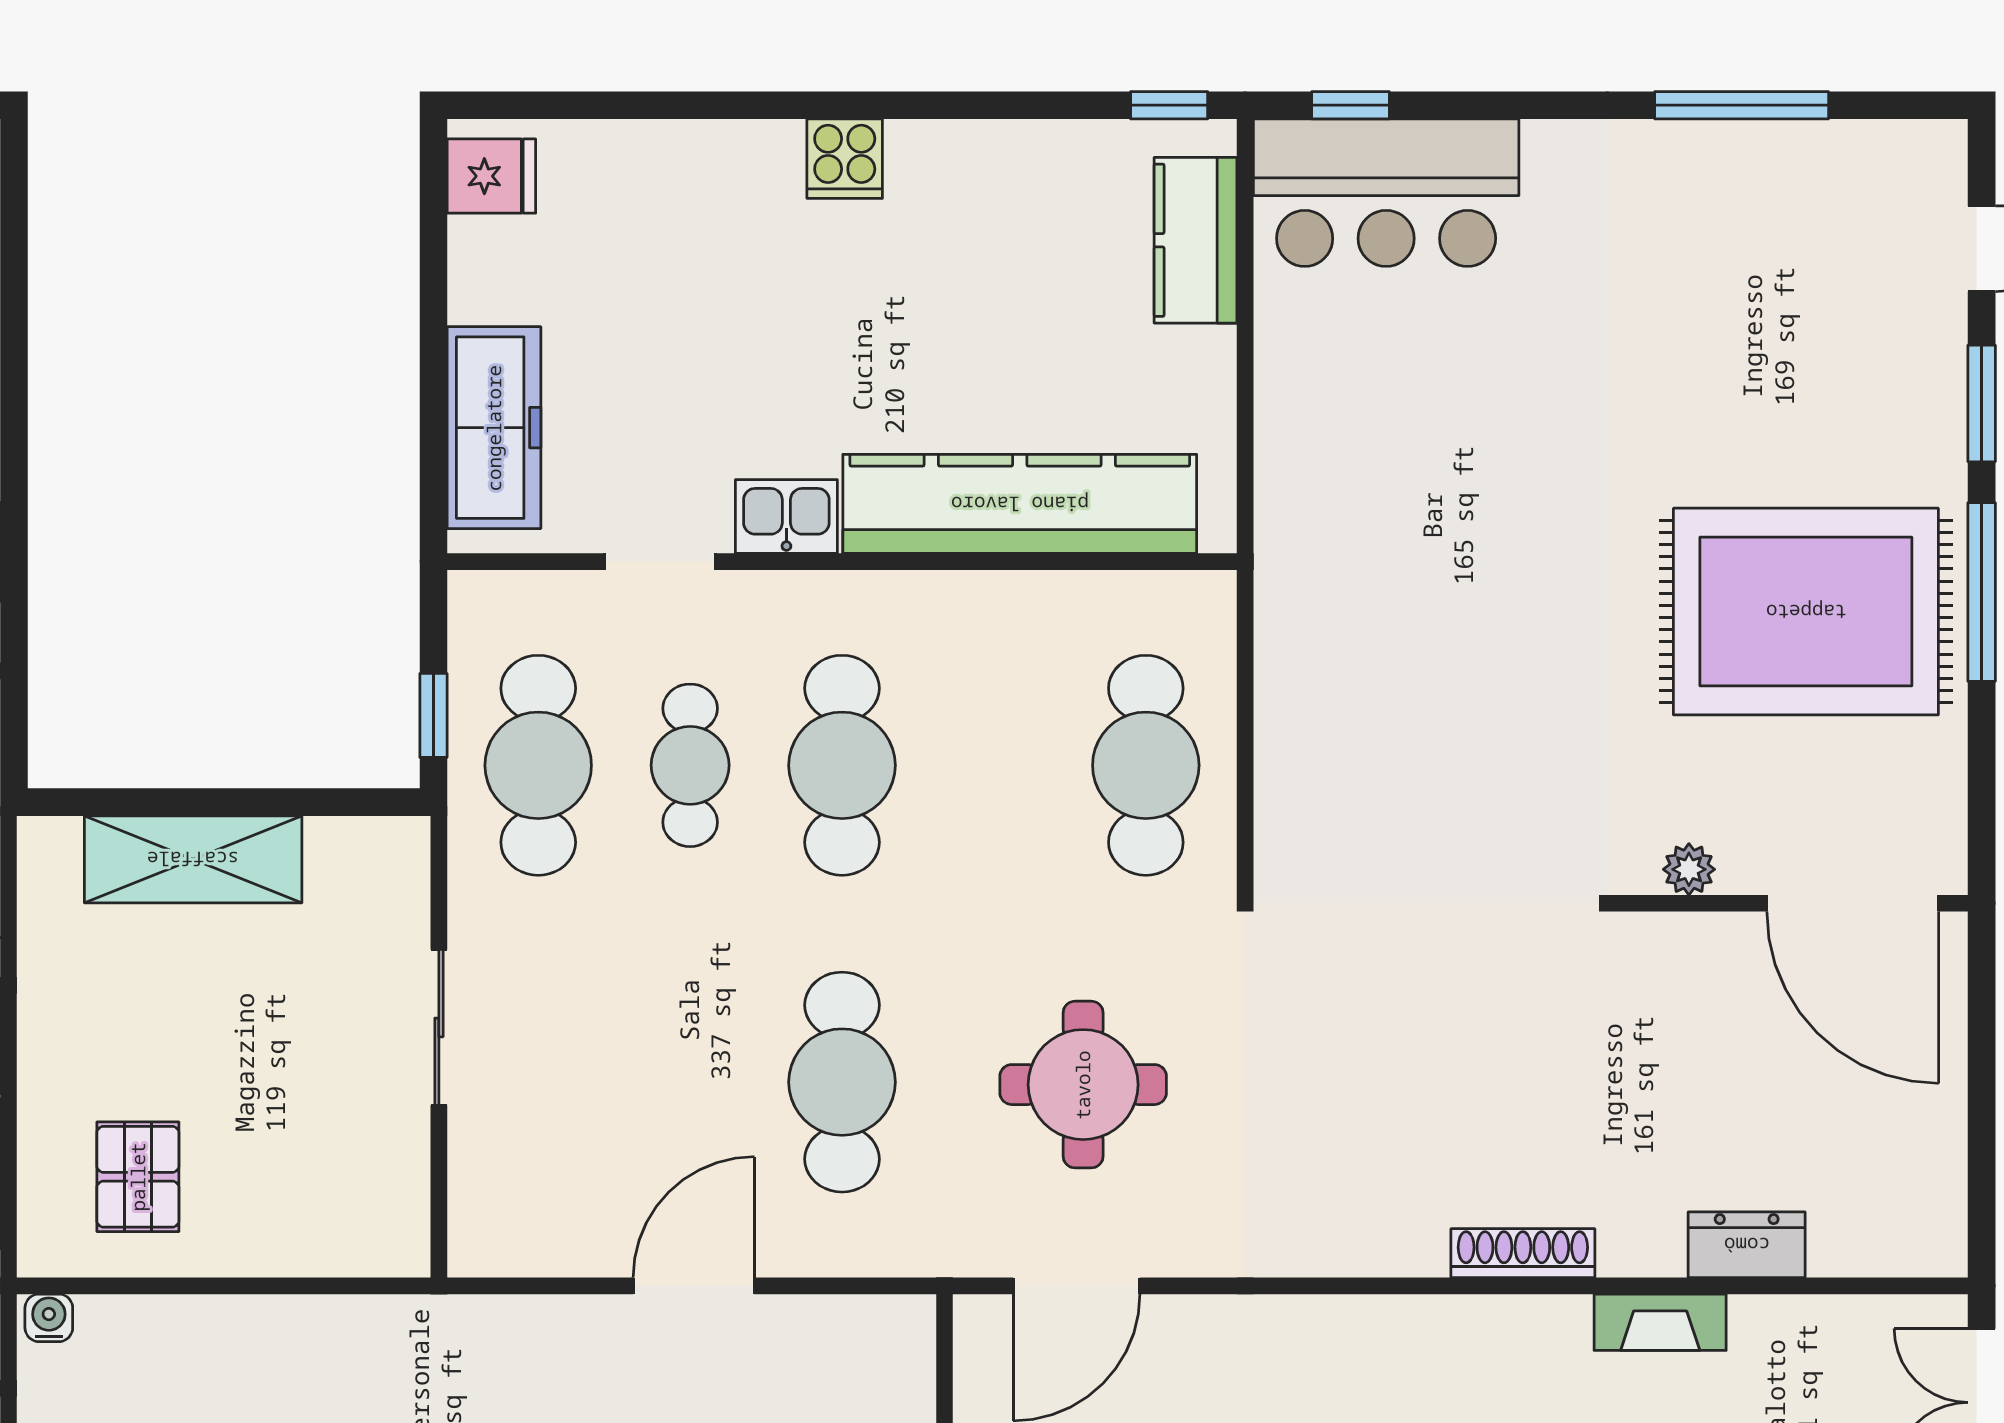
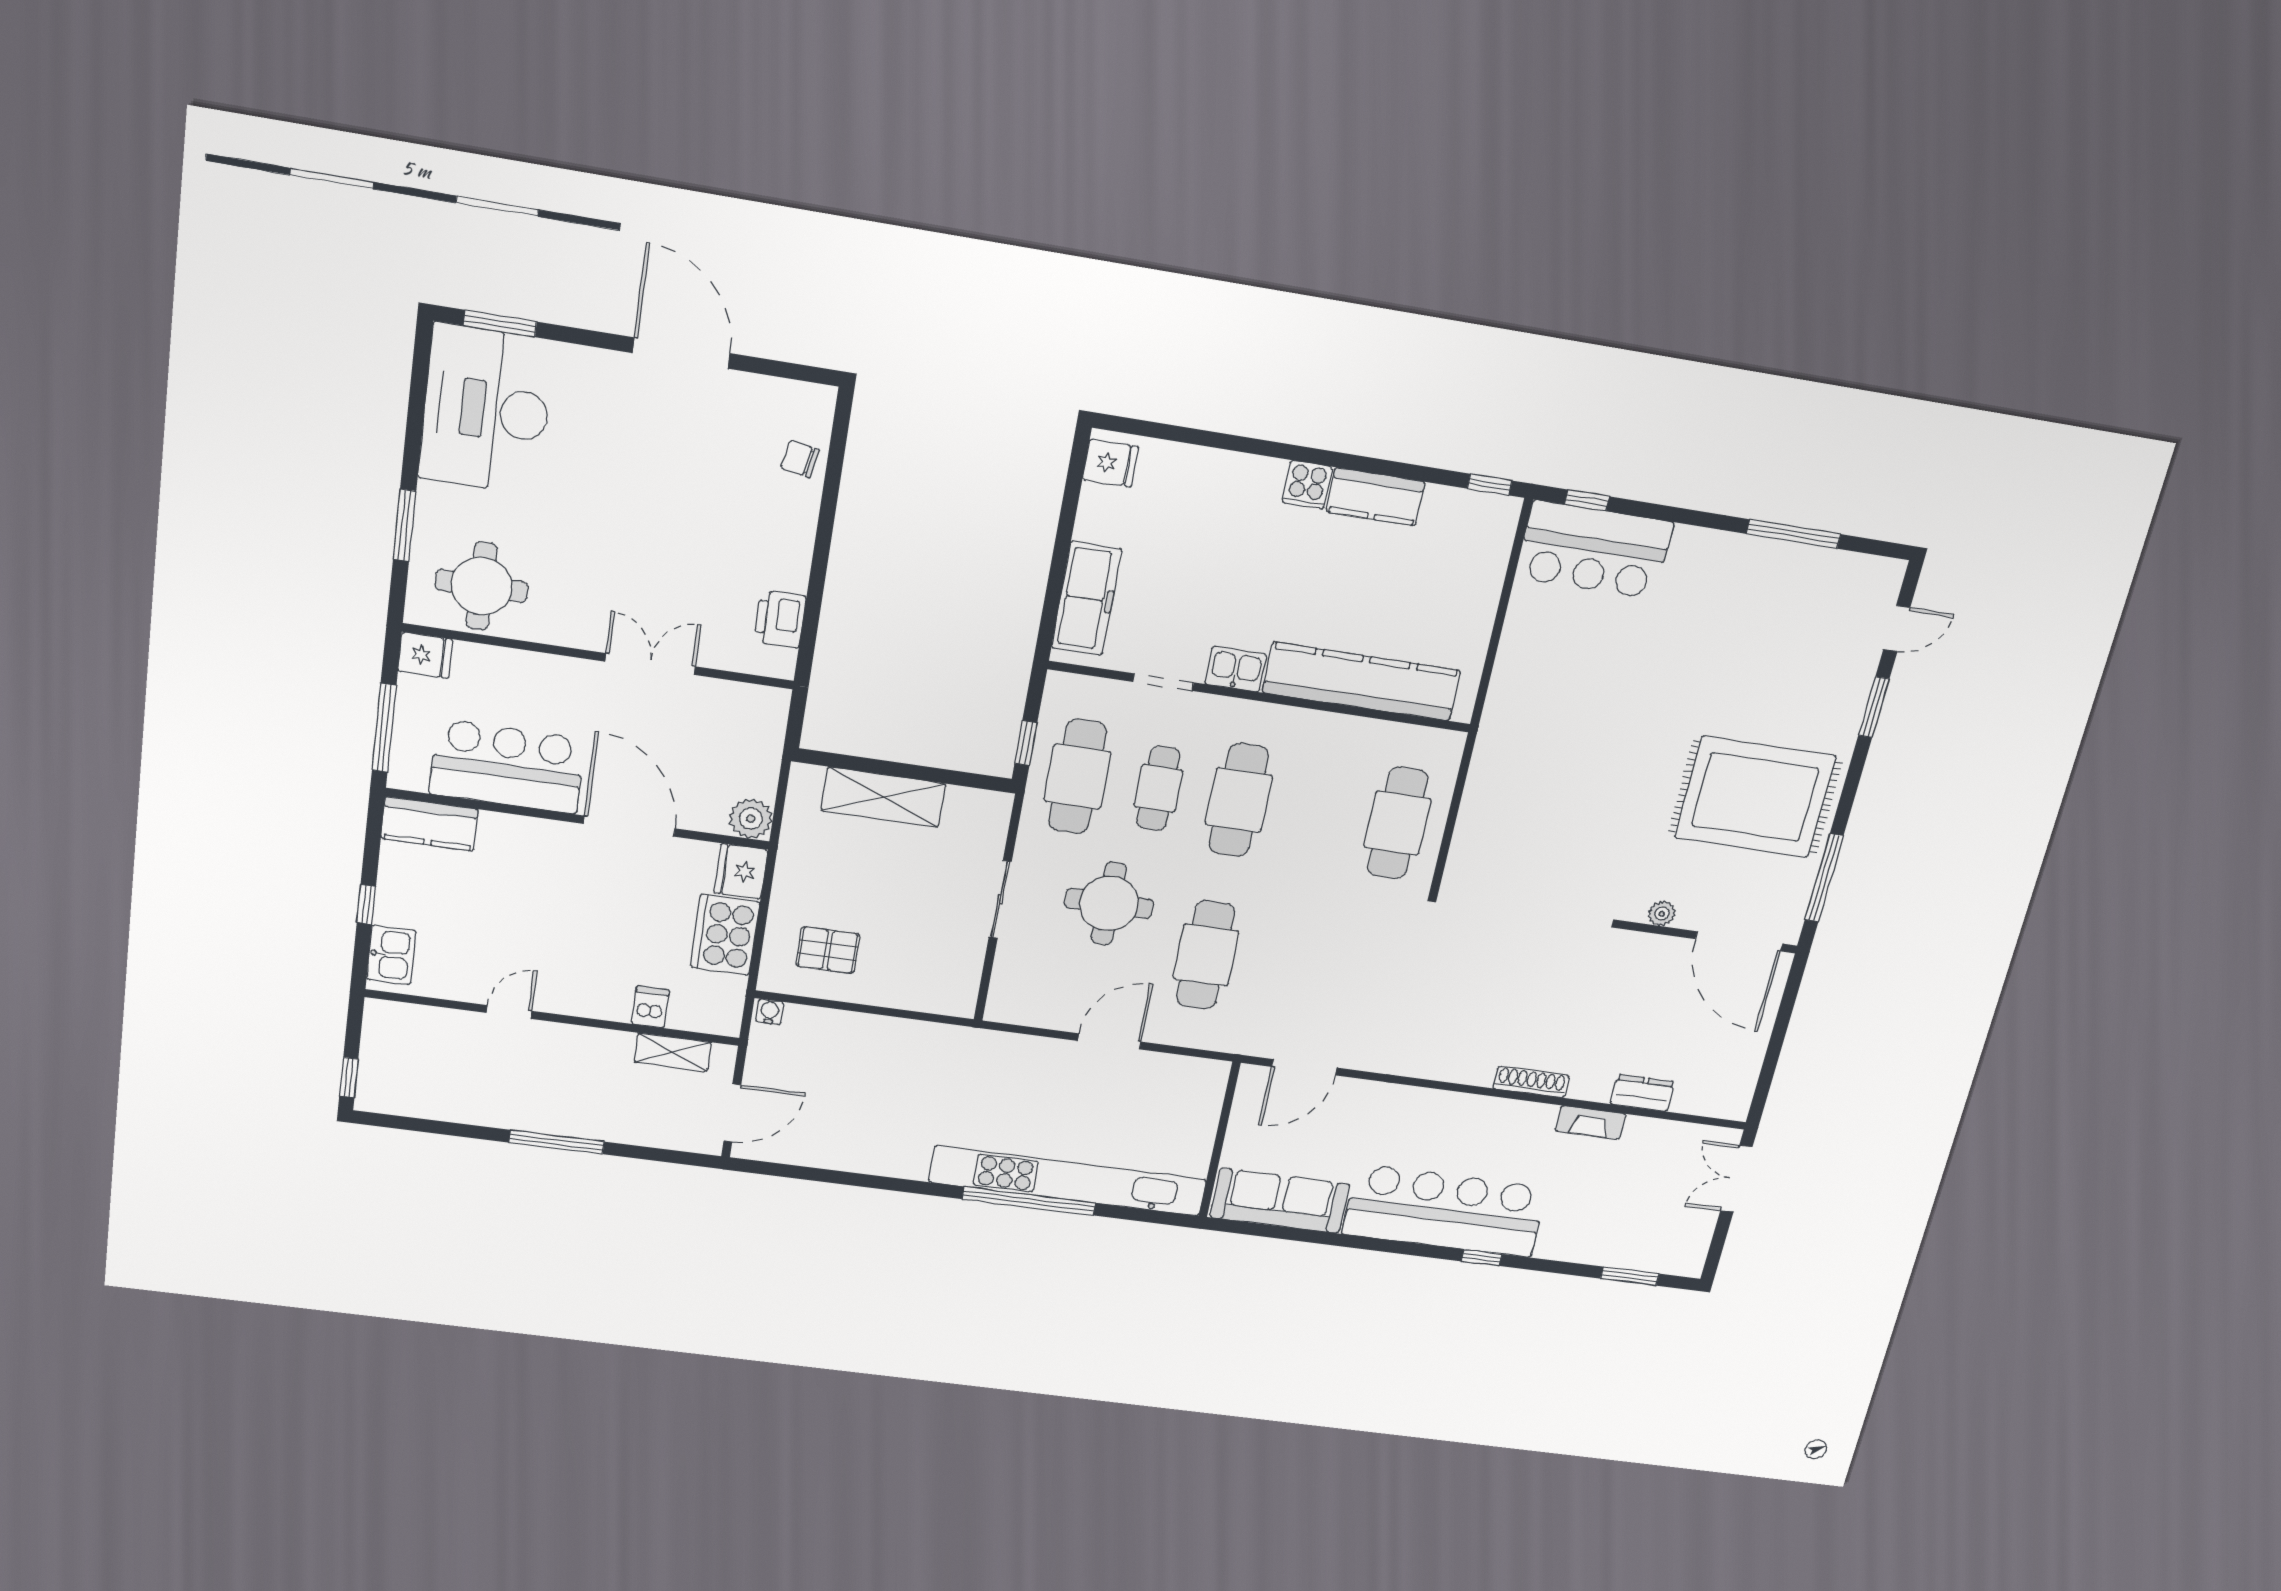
kitchen counter: (1196, 240) -> (1376, 497), moved, turned -90
window: (1982, 592) -> (1824, 878), moved
round table: (1083, 1085) -> (1109, 903), moved
pallet: (138, 1177) -> (828, 950), turned 90

